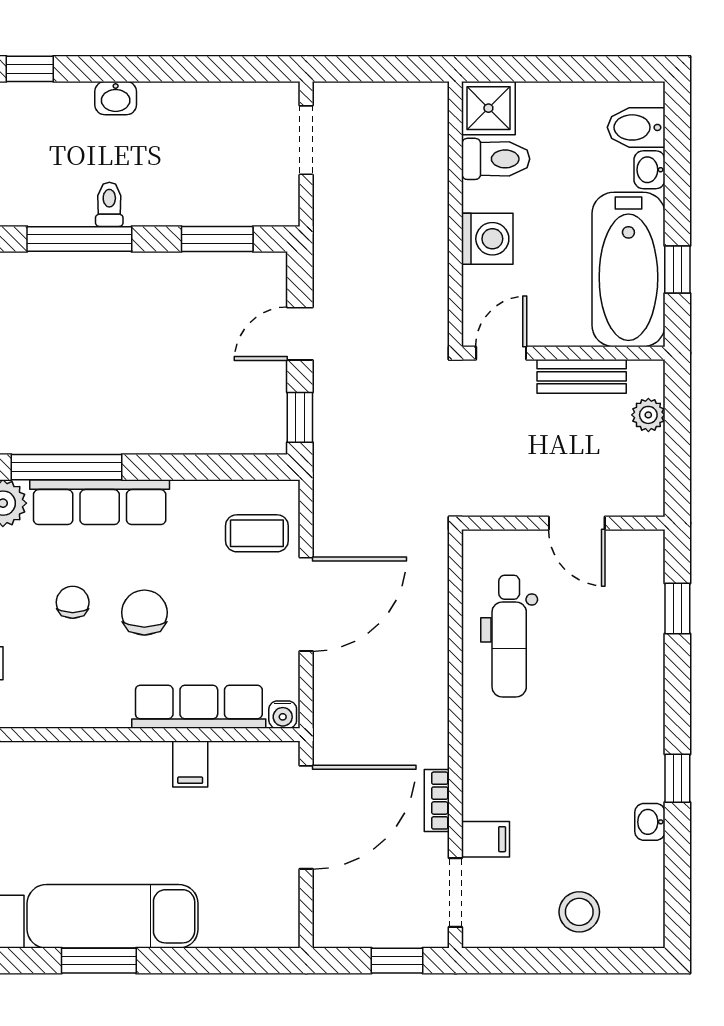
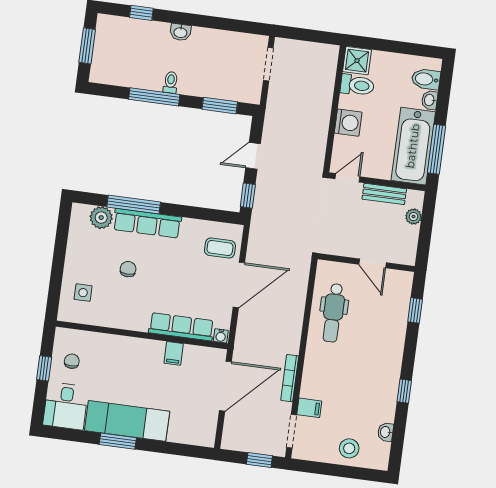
window: (677, 269) -> (437, 149), width x2.17
chair: (144, 613) -> (161, 279), removed
bookcase: (437, 801) -> (290, 378), width x1.56
washbasin: (650, 822) -> (386, 432), moved

